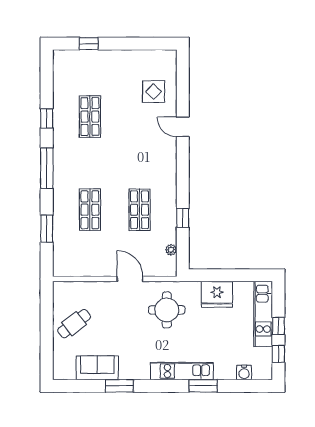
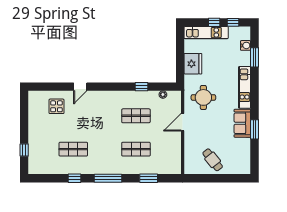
sofa: (97, 368) -> (242, 123), moved
window: (203, 386) -> (255, 57), moved

